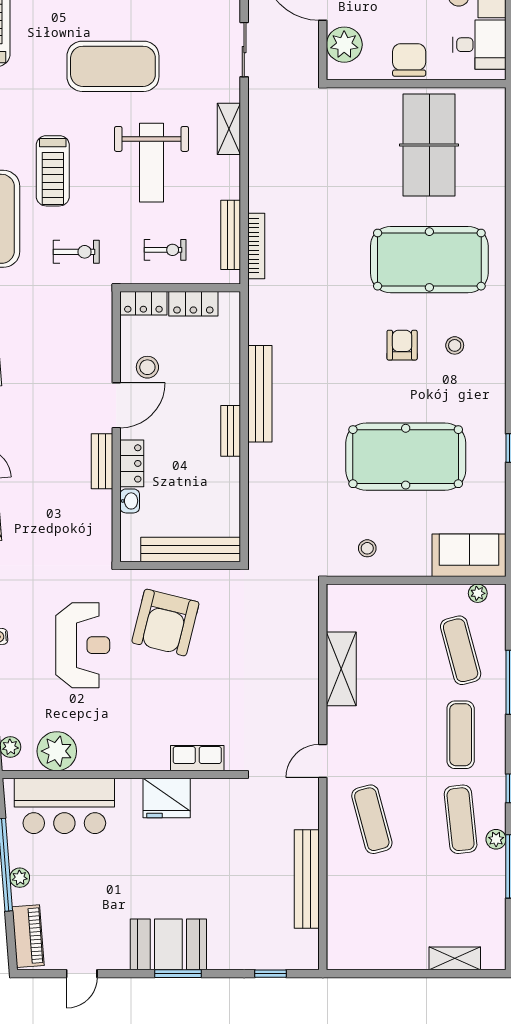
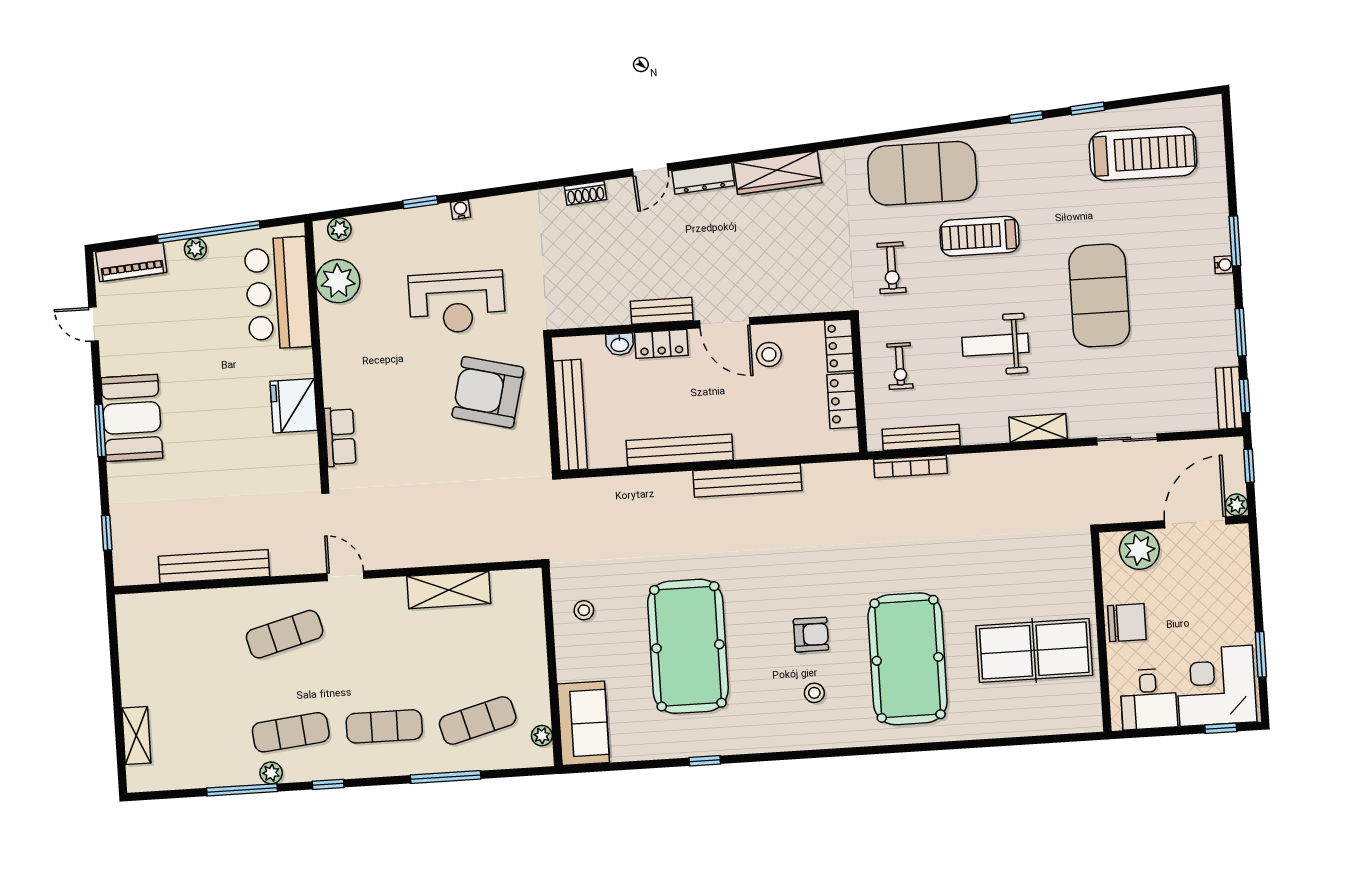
weight bench: (152, 163) -> (995, 345), width x0.73, depth x0.75
bench: (231, 431) -> (680, 450), width x1.86, depth x1.21

